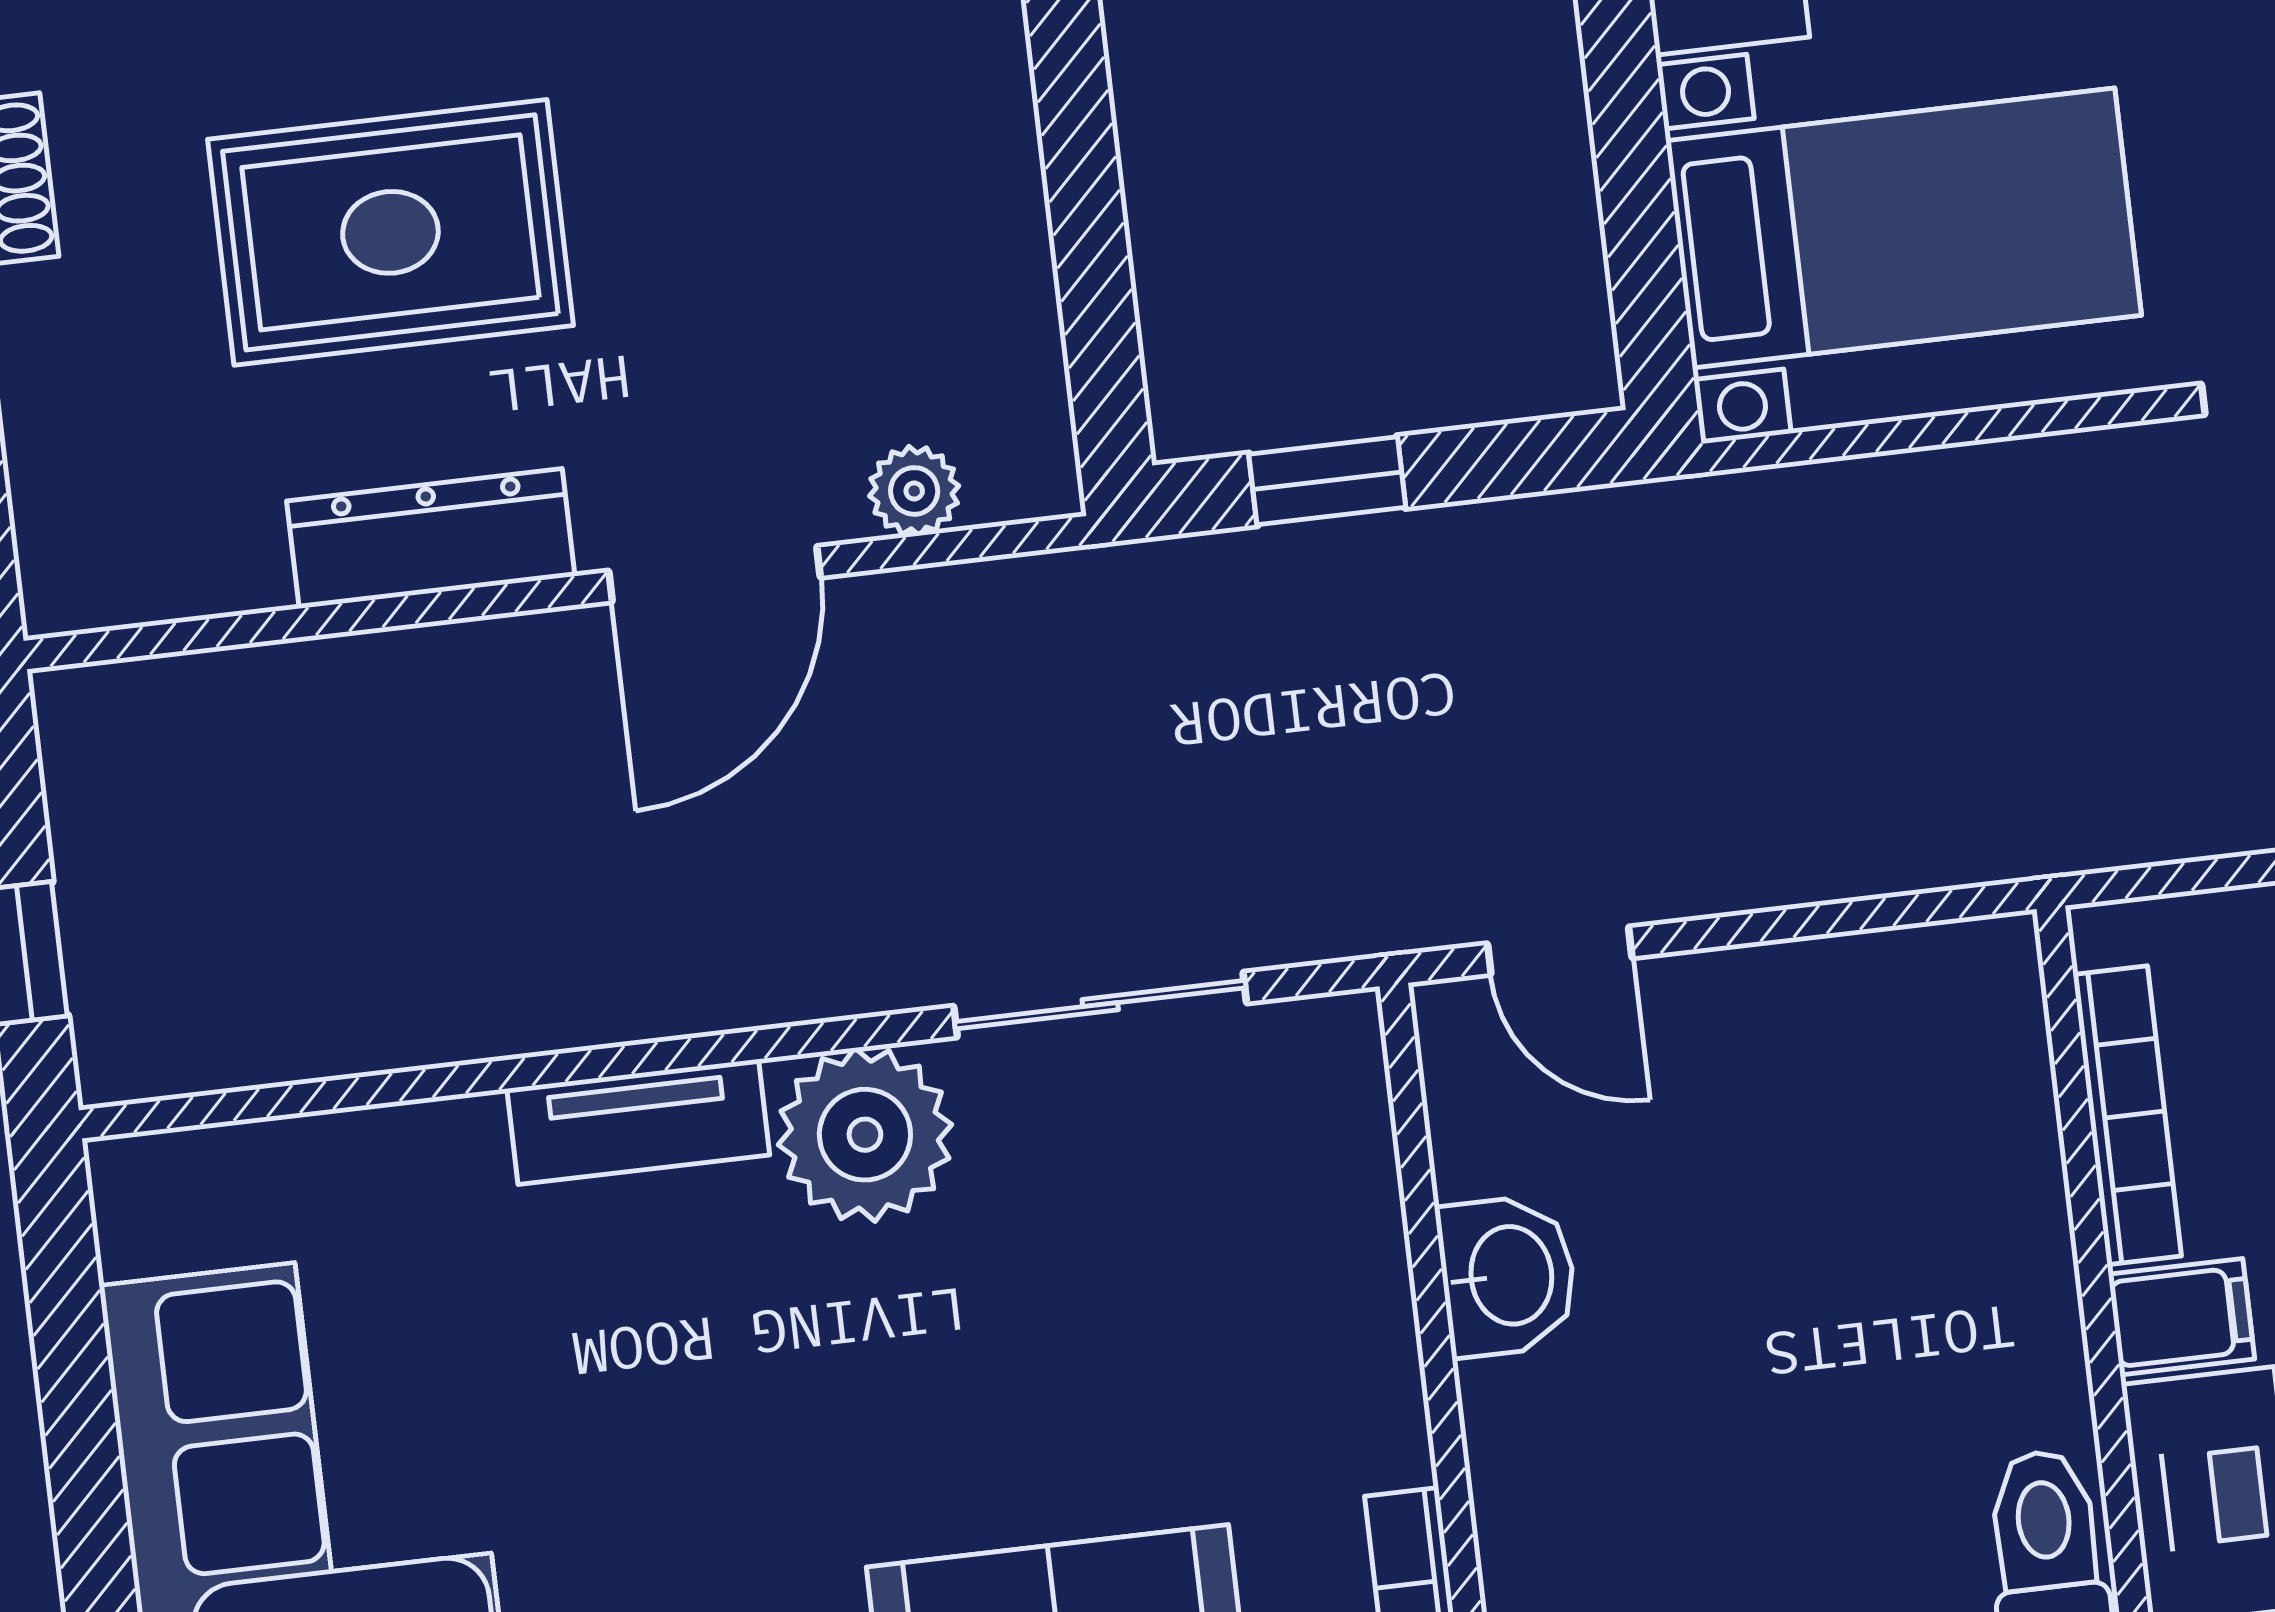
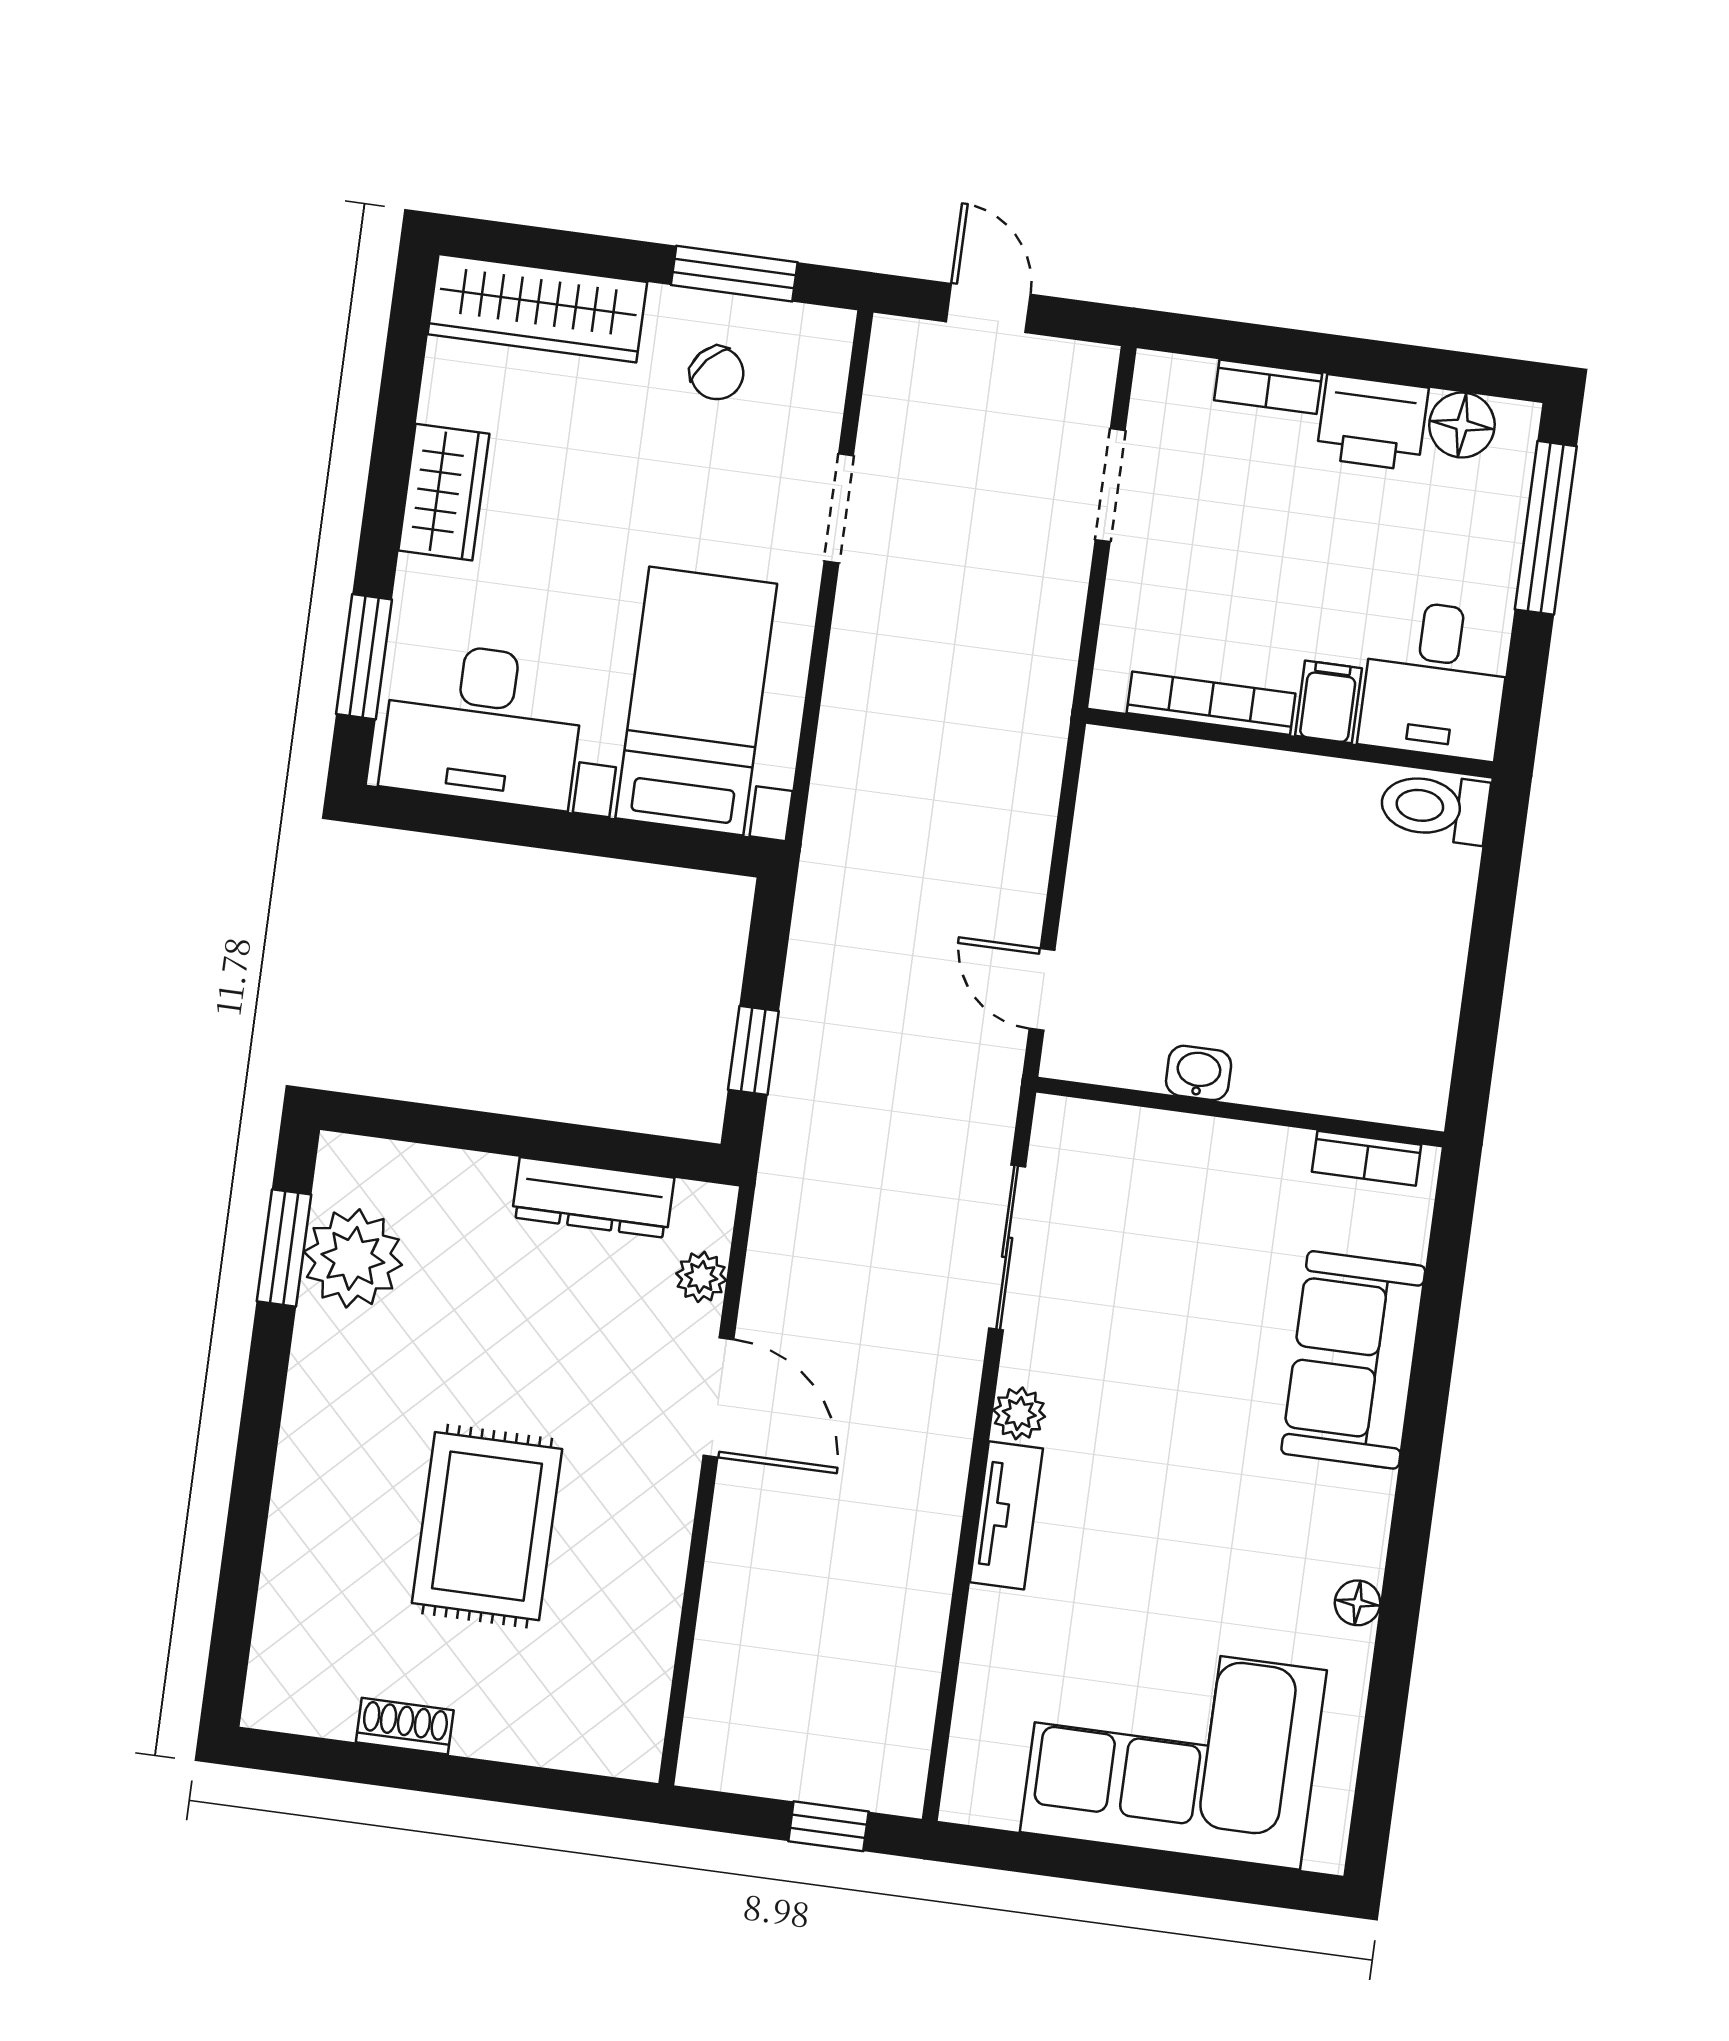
dresser: (431, 539) -> (593, 1198), moved, turned -90
door: (1560, 951) -> (1042, 989), swing flipped
plant: (865, 1135) -> (1019, 1413), width x0.53, depth x0.53
washbasin: (1508, 1276) -> (1199, 1073), width x0.72, depth x0.69

